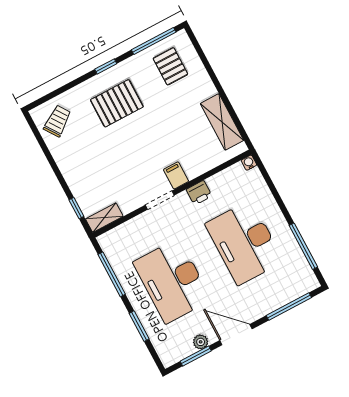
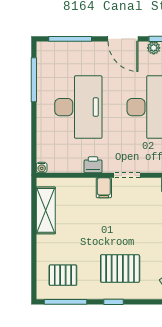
pallet: (170, 66) -> (63, 275), turned 90

